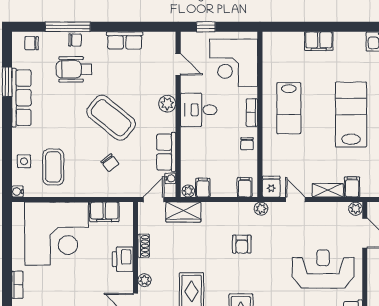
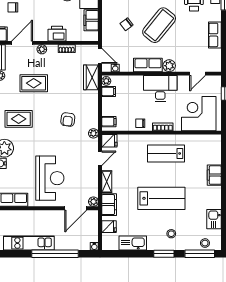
desk: (199, 110) -> (160, 88), width x1.37
row of seats: (166, 152) -> (148, 65), moved
filing cabinet: (352, 187) -> (109, 205), width x2.00
armchair: (242, 244) -> (68, 120), turned -83

